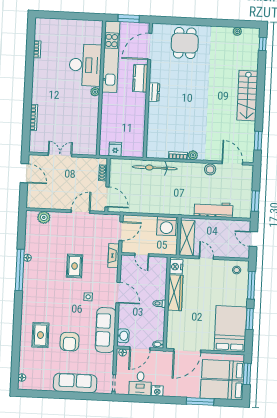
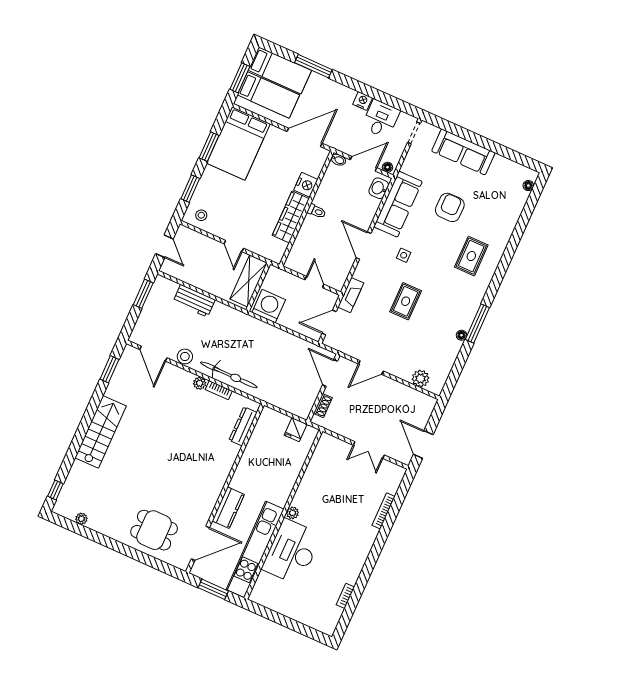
dining table: (185, 43) -> (154, 530), turned 90
dresser: (154, 92) -> (243, 426), moved, width x1.44
bicycle: (155, 168) -> (229, 375), moved
workbench: (214, 210) -> (194, 301), width x0.73
nightstand: (176, 267) -> (306, 185), moved
window: (20, 270) -> (477, 324), width x0.68
window: (251, 285) -> (190, 189), width x0.69
rug: (40, 335) -> (471, 256), moved

